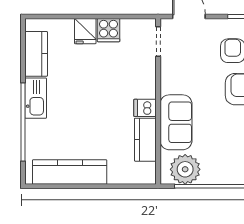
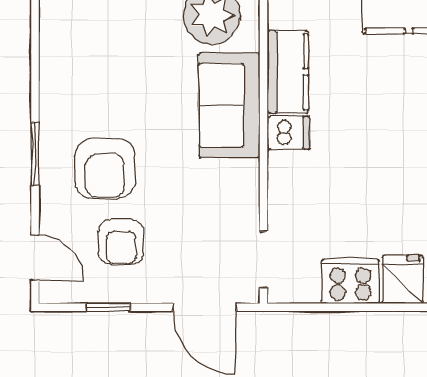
cooker: (108, 30) -> (350, 281), width x1.36

